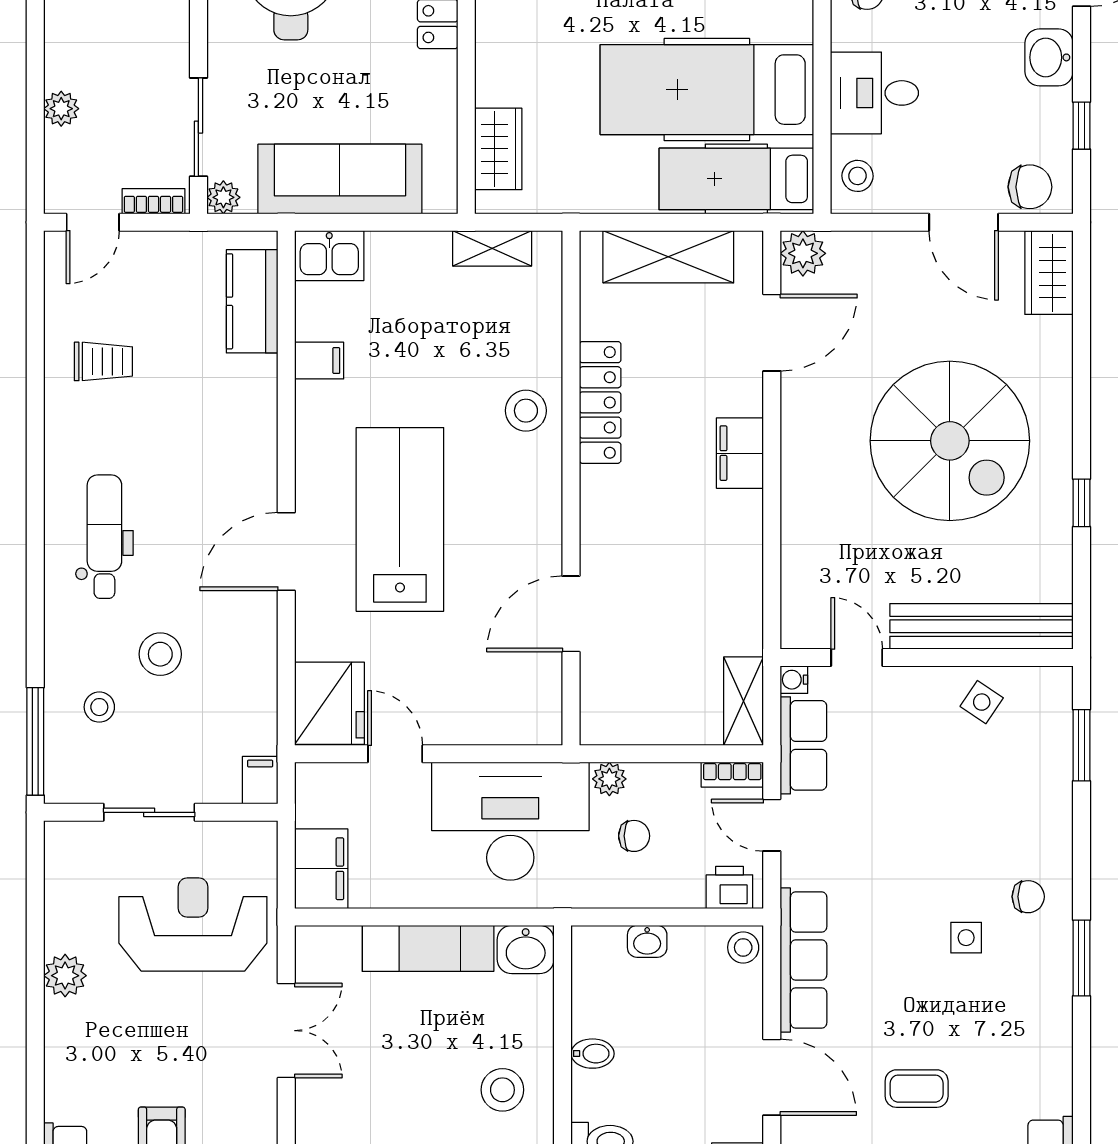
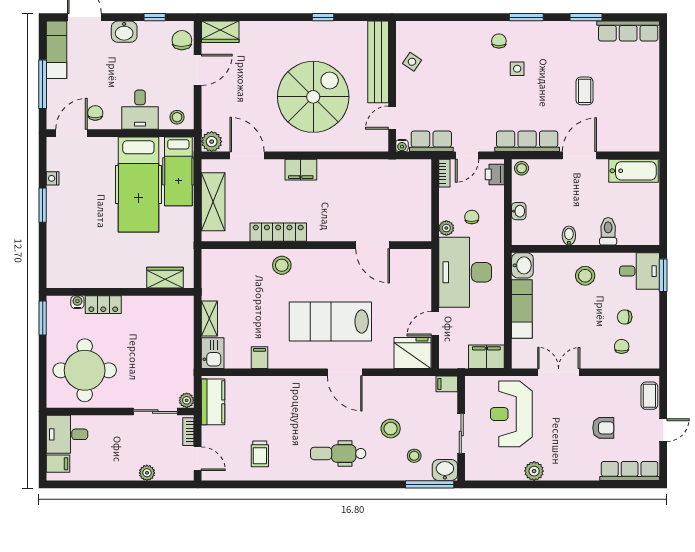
sofa: (340, 179) -> (178, 348), removed
shelving: (492, 248) -> (209, 319), moved
kitchen counter: (252, 301) -> (213, 402), moved, turned -90
trolley: (103, 361) -> (260, 454), turned 180
spiral stairs: (950, 441) -> (313, 97), moved
shelving: (744, 701) -> (412, 168), removed
window: (1082, 745) -> (586, 17), moved
washbasin: (67, 776) -> (445, 470), added

